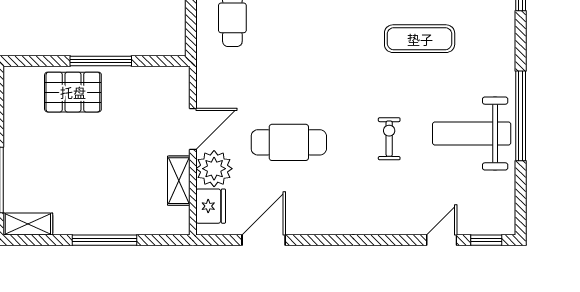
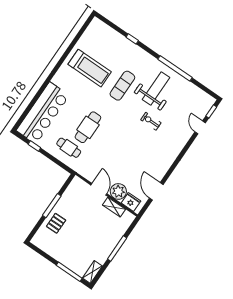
pallet: (73, 92) -> (56, 223), width x0.67, depth x0.71
weight bench: (472, 133) -> (156, 89), moved, turned 180
cafe table: (289, 142) -> (88, 127), moved

